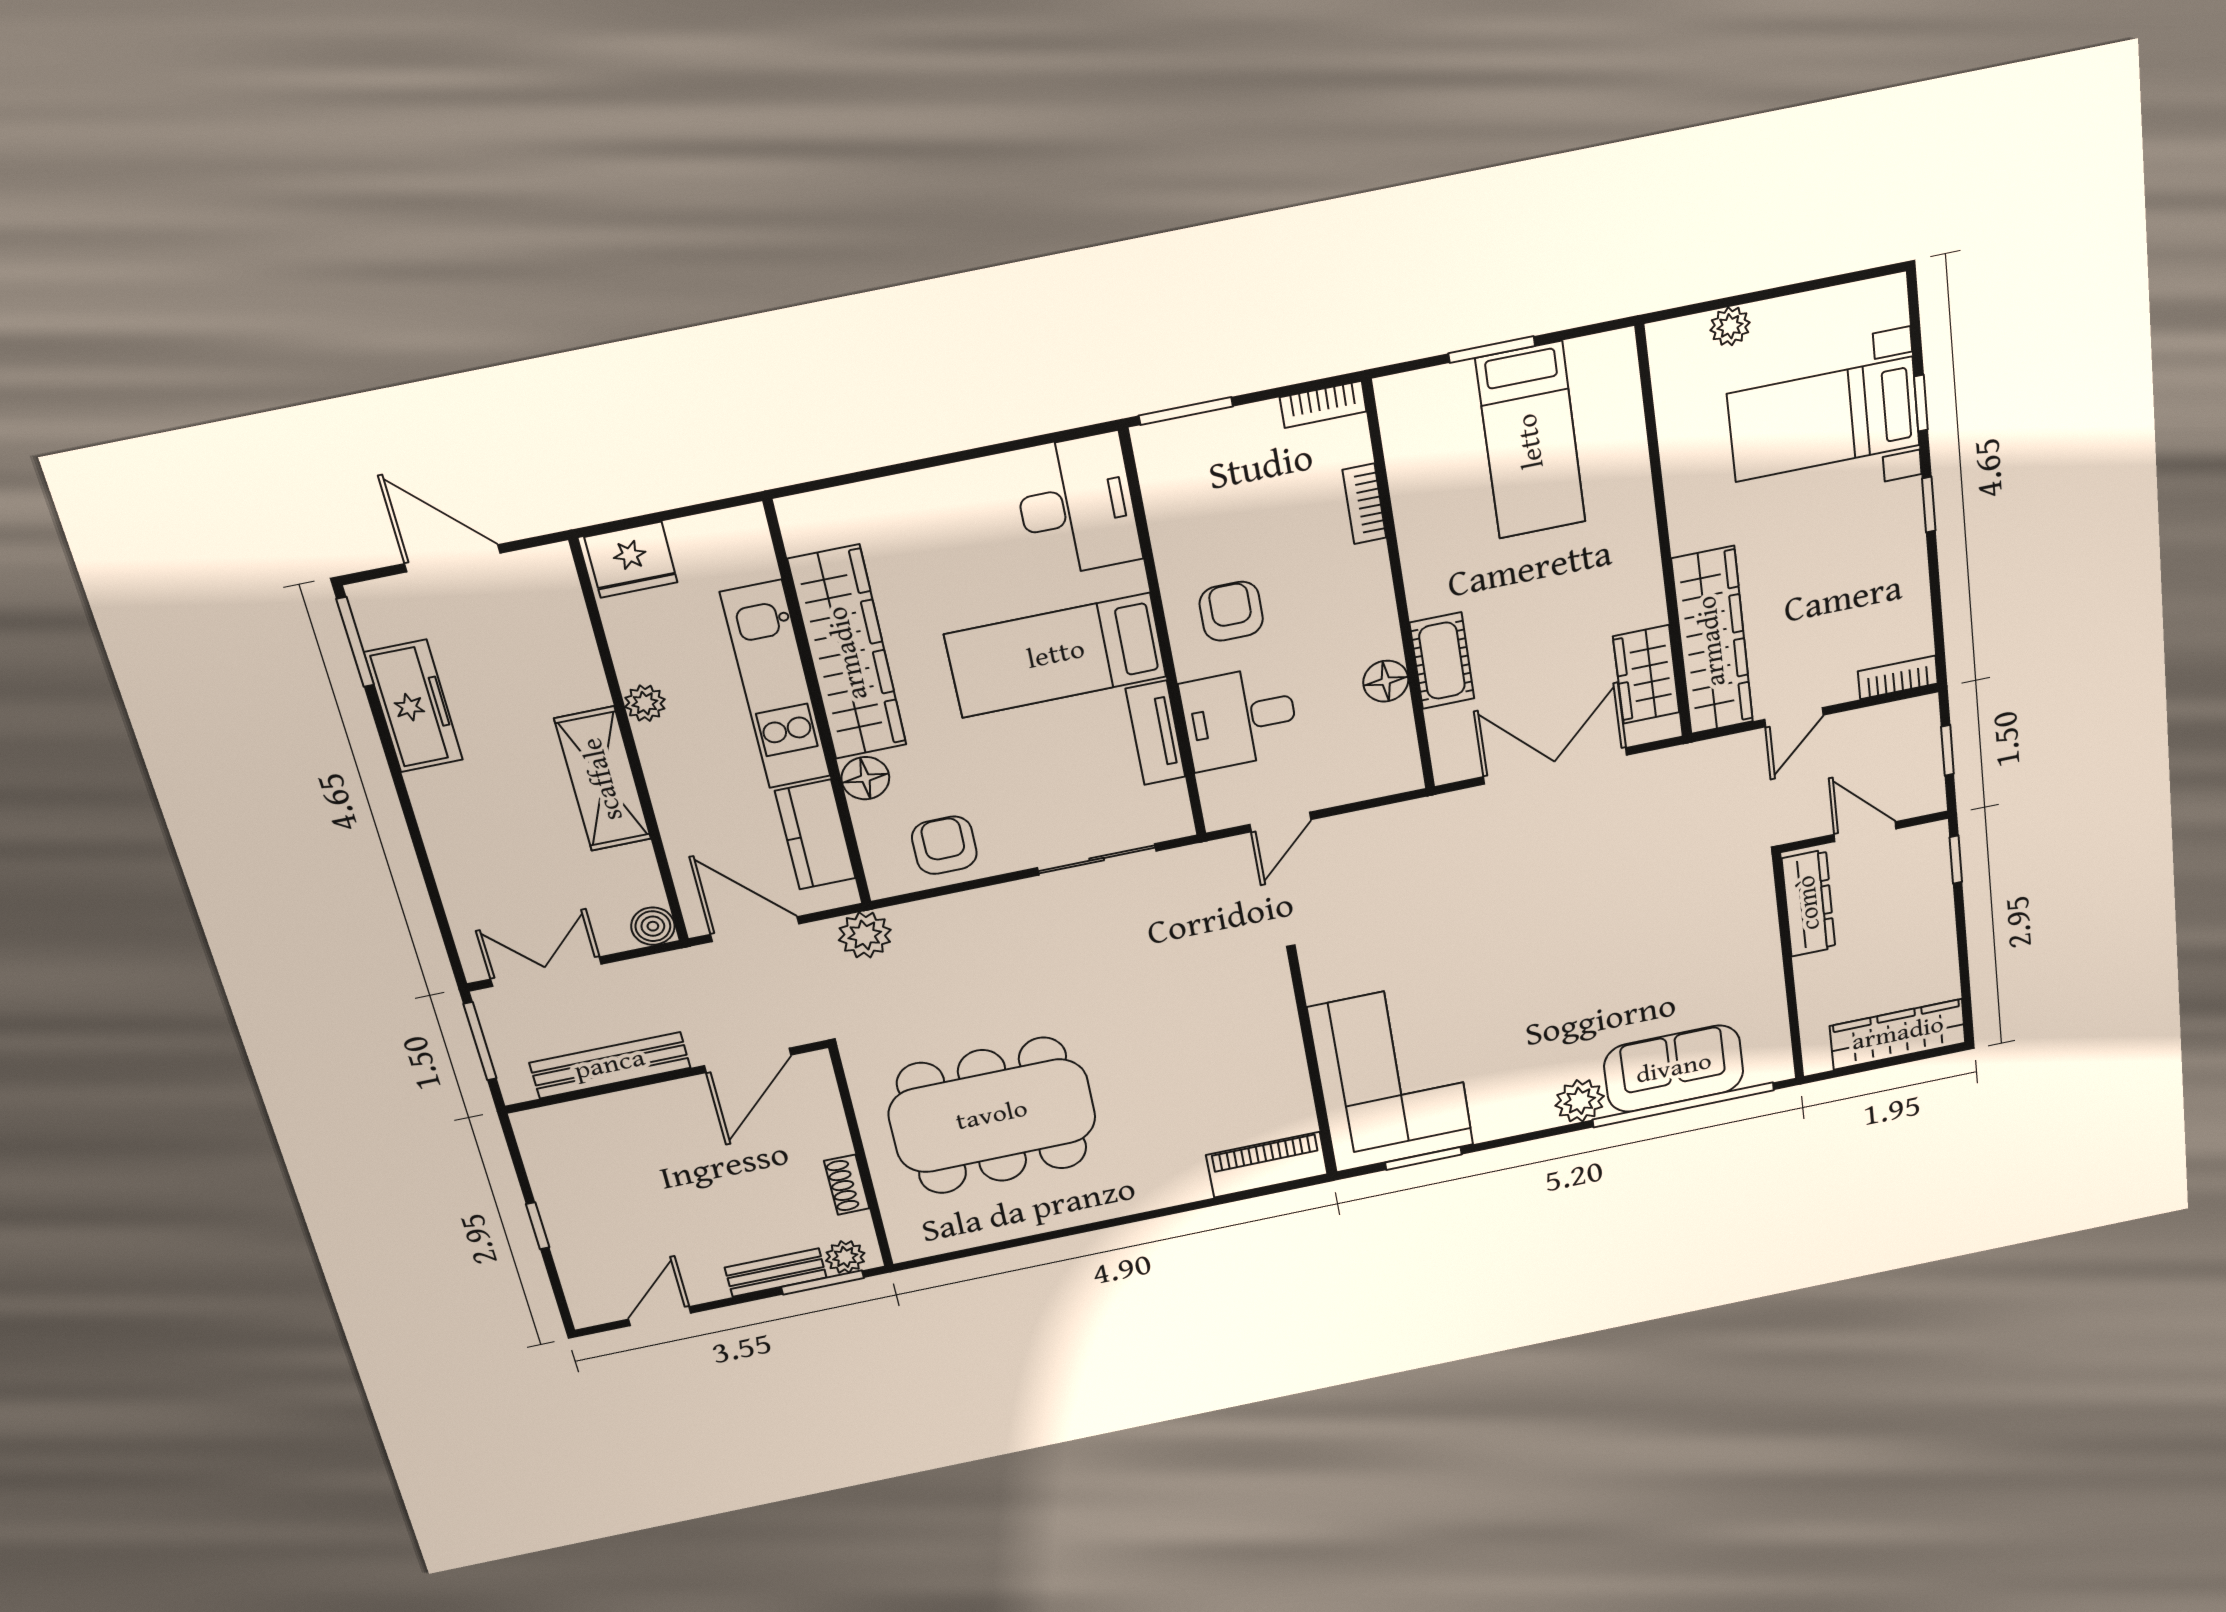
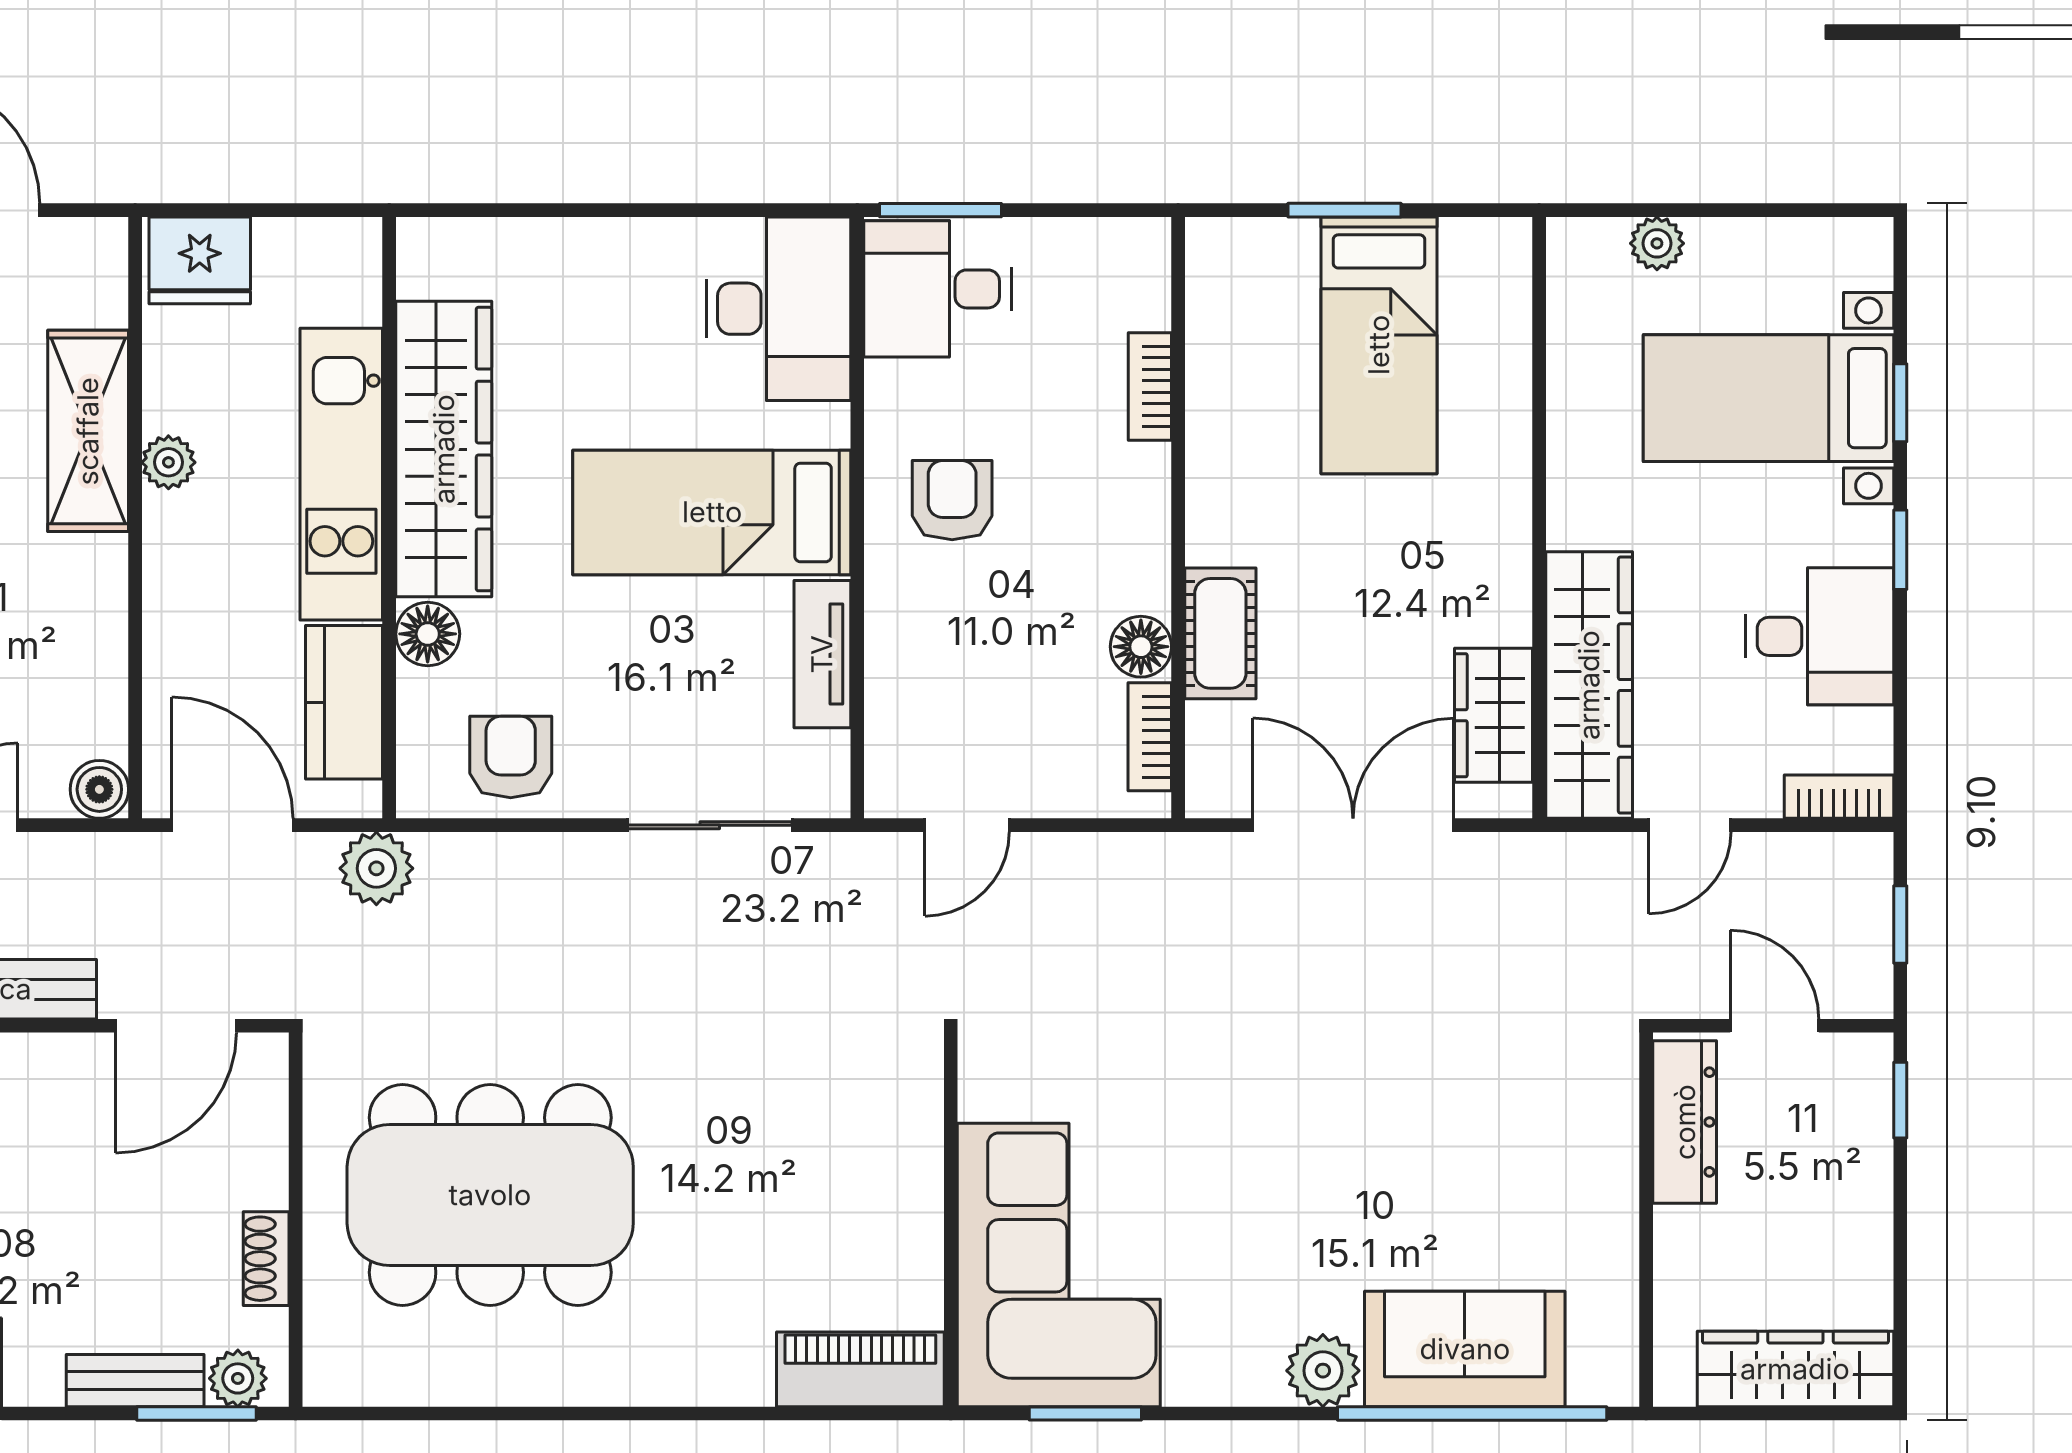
bookcase: (1323, 404) -> (1150, 737), moved, turned 90
desk: (1875, 575) -> (1819, 636), added
desk: (1240, 718) -> (937, 289), moved
shelving: (603, 779) -> (88, 431), moved

